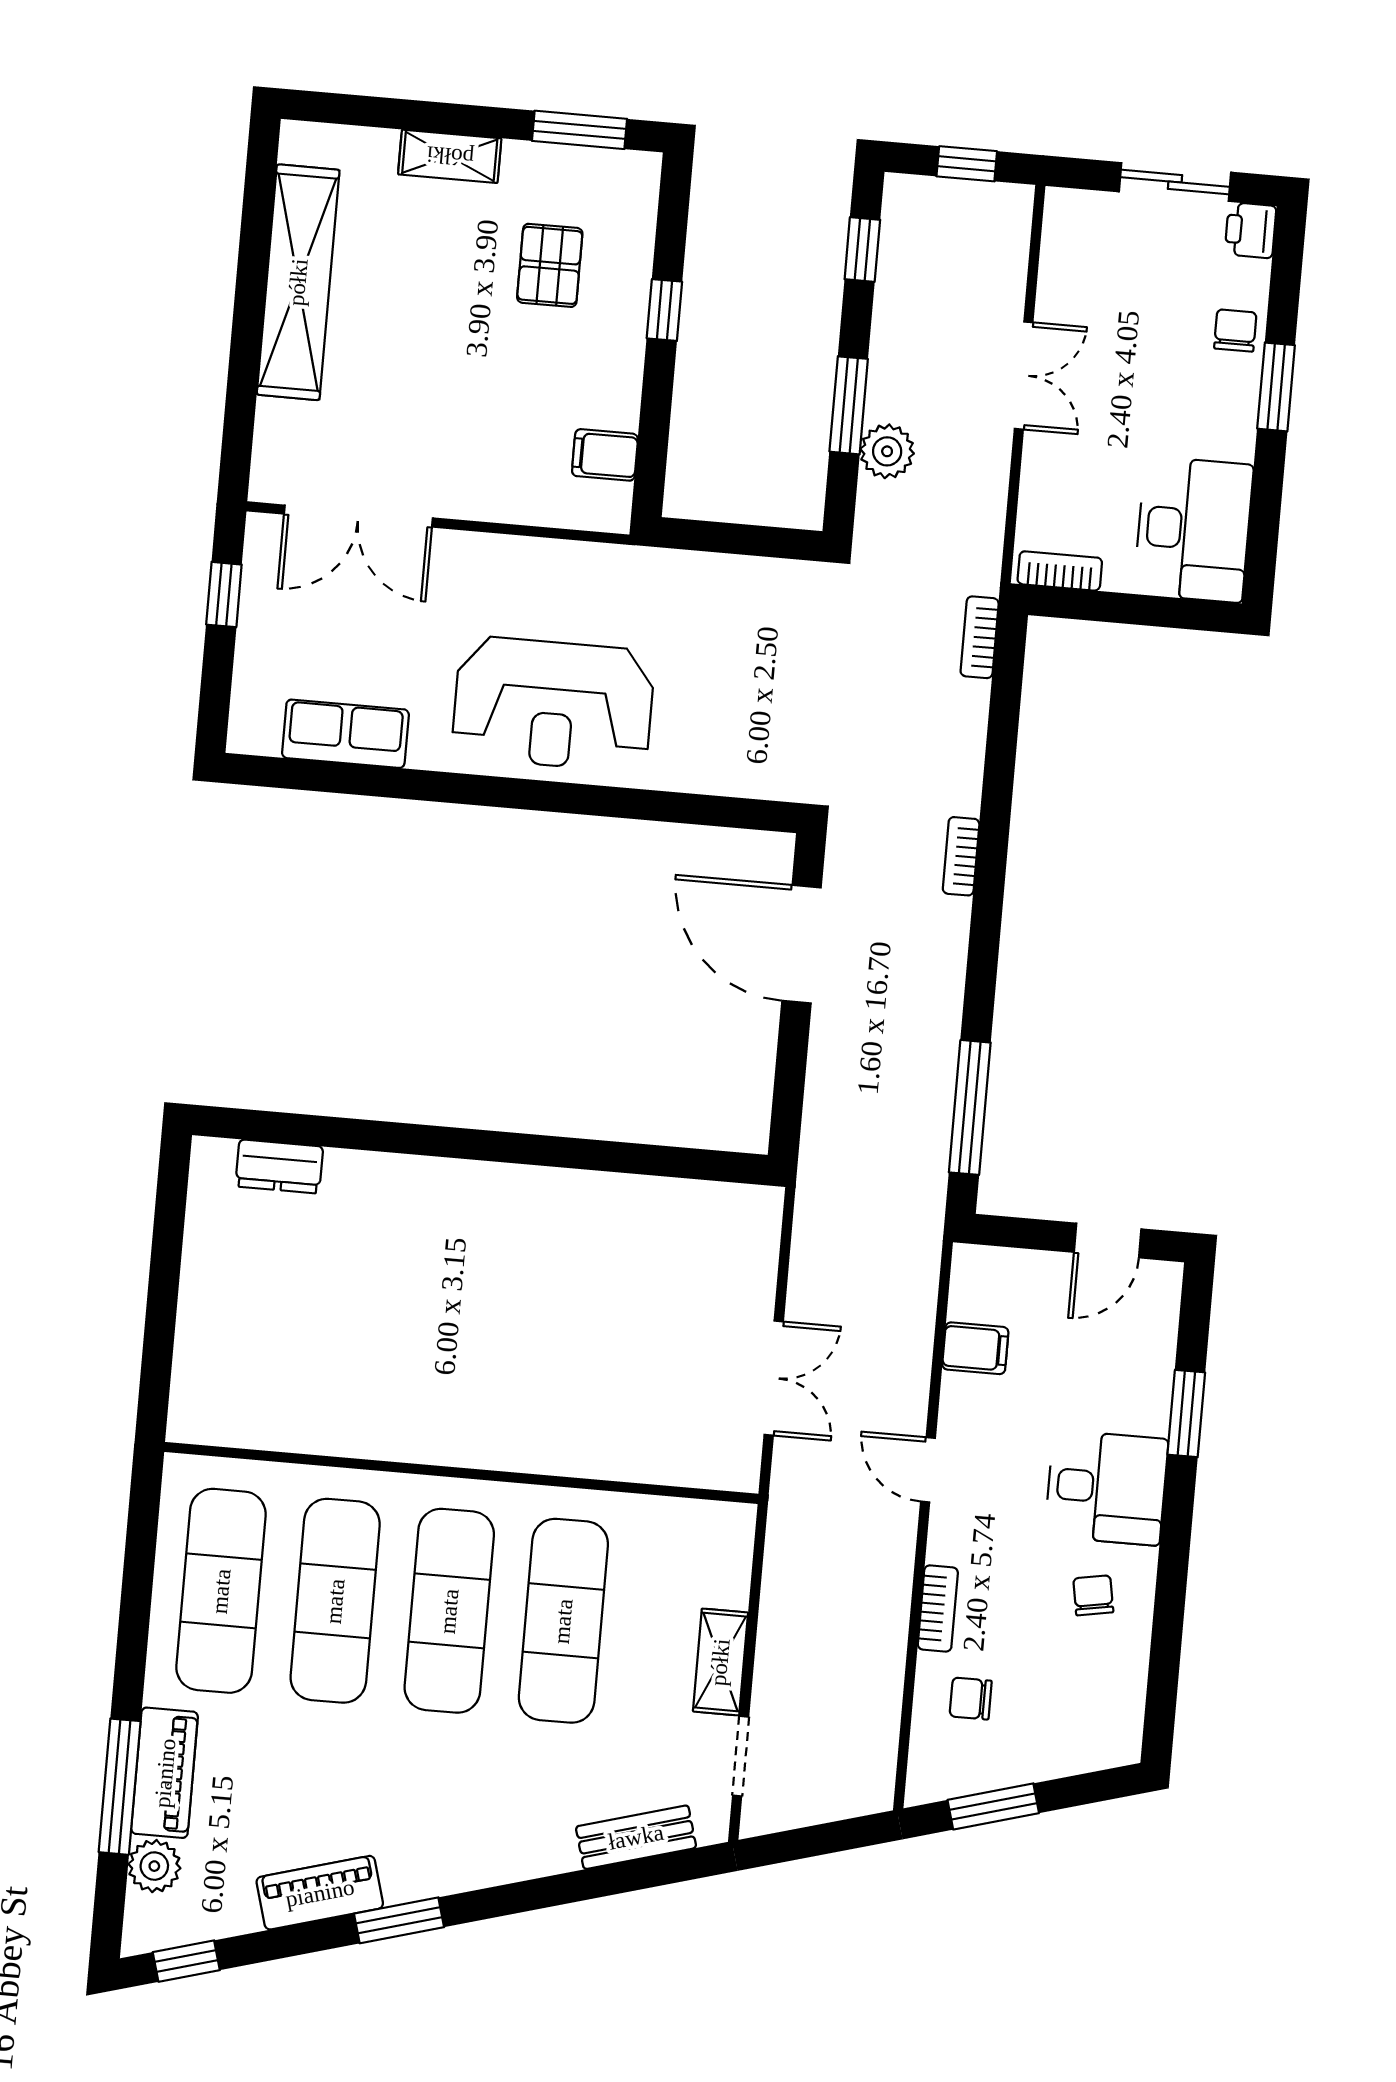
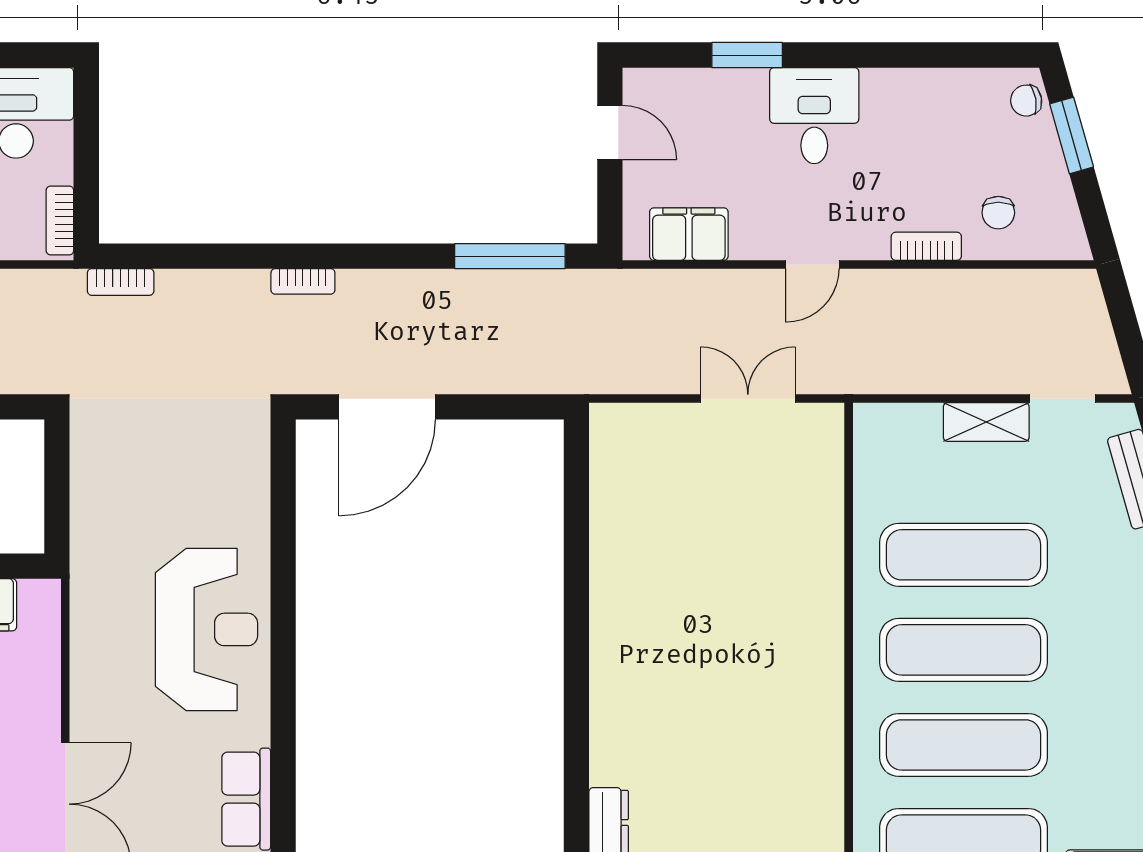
filing cabinet: (975, 1348) -> (689, 234), width x2.00
chair: (1093, 1595) -> (1026, 101), moved
window: (993, 1806) -> (1072, 135), moved

